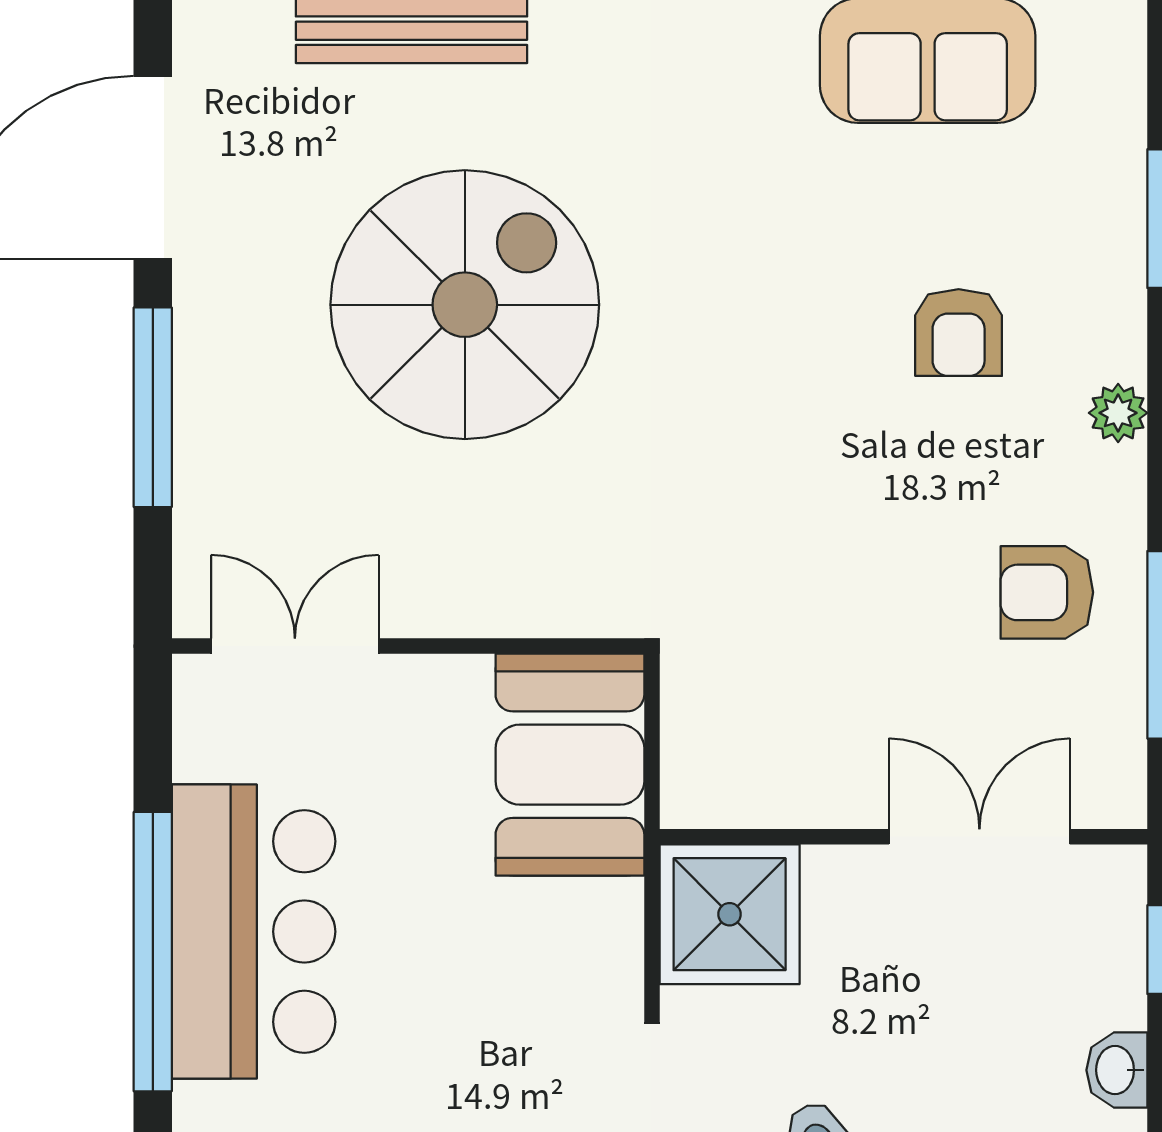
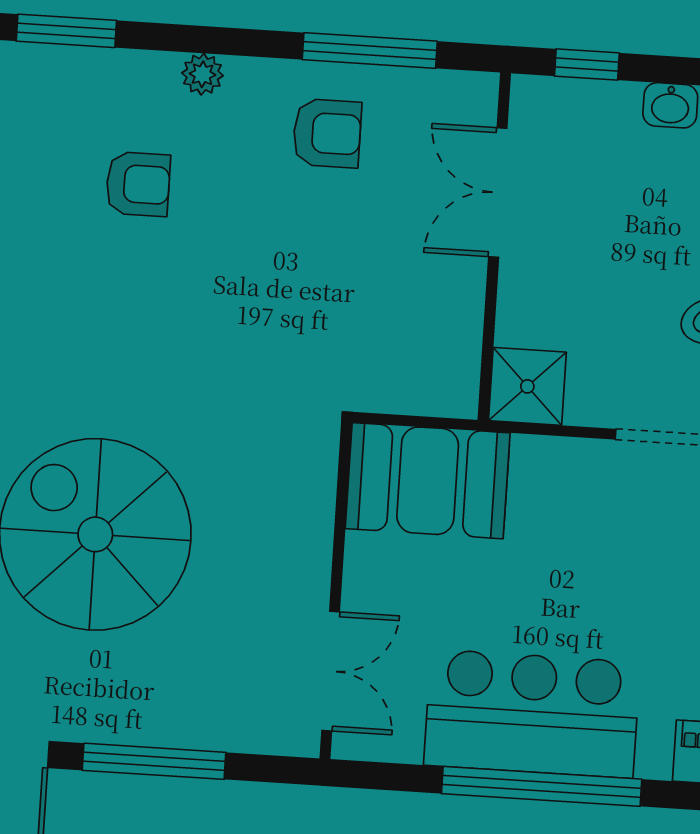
armchair: (1047, 592) -> (327, 133), turned -90
double door: (295, 646) -> (331, 671), swing flipped
shower: (730, 914) -> (527, 386), width x0.73, depth x0.73

